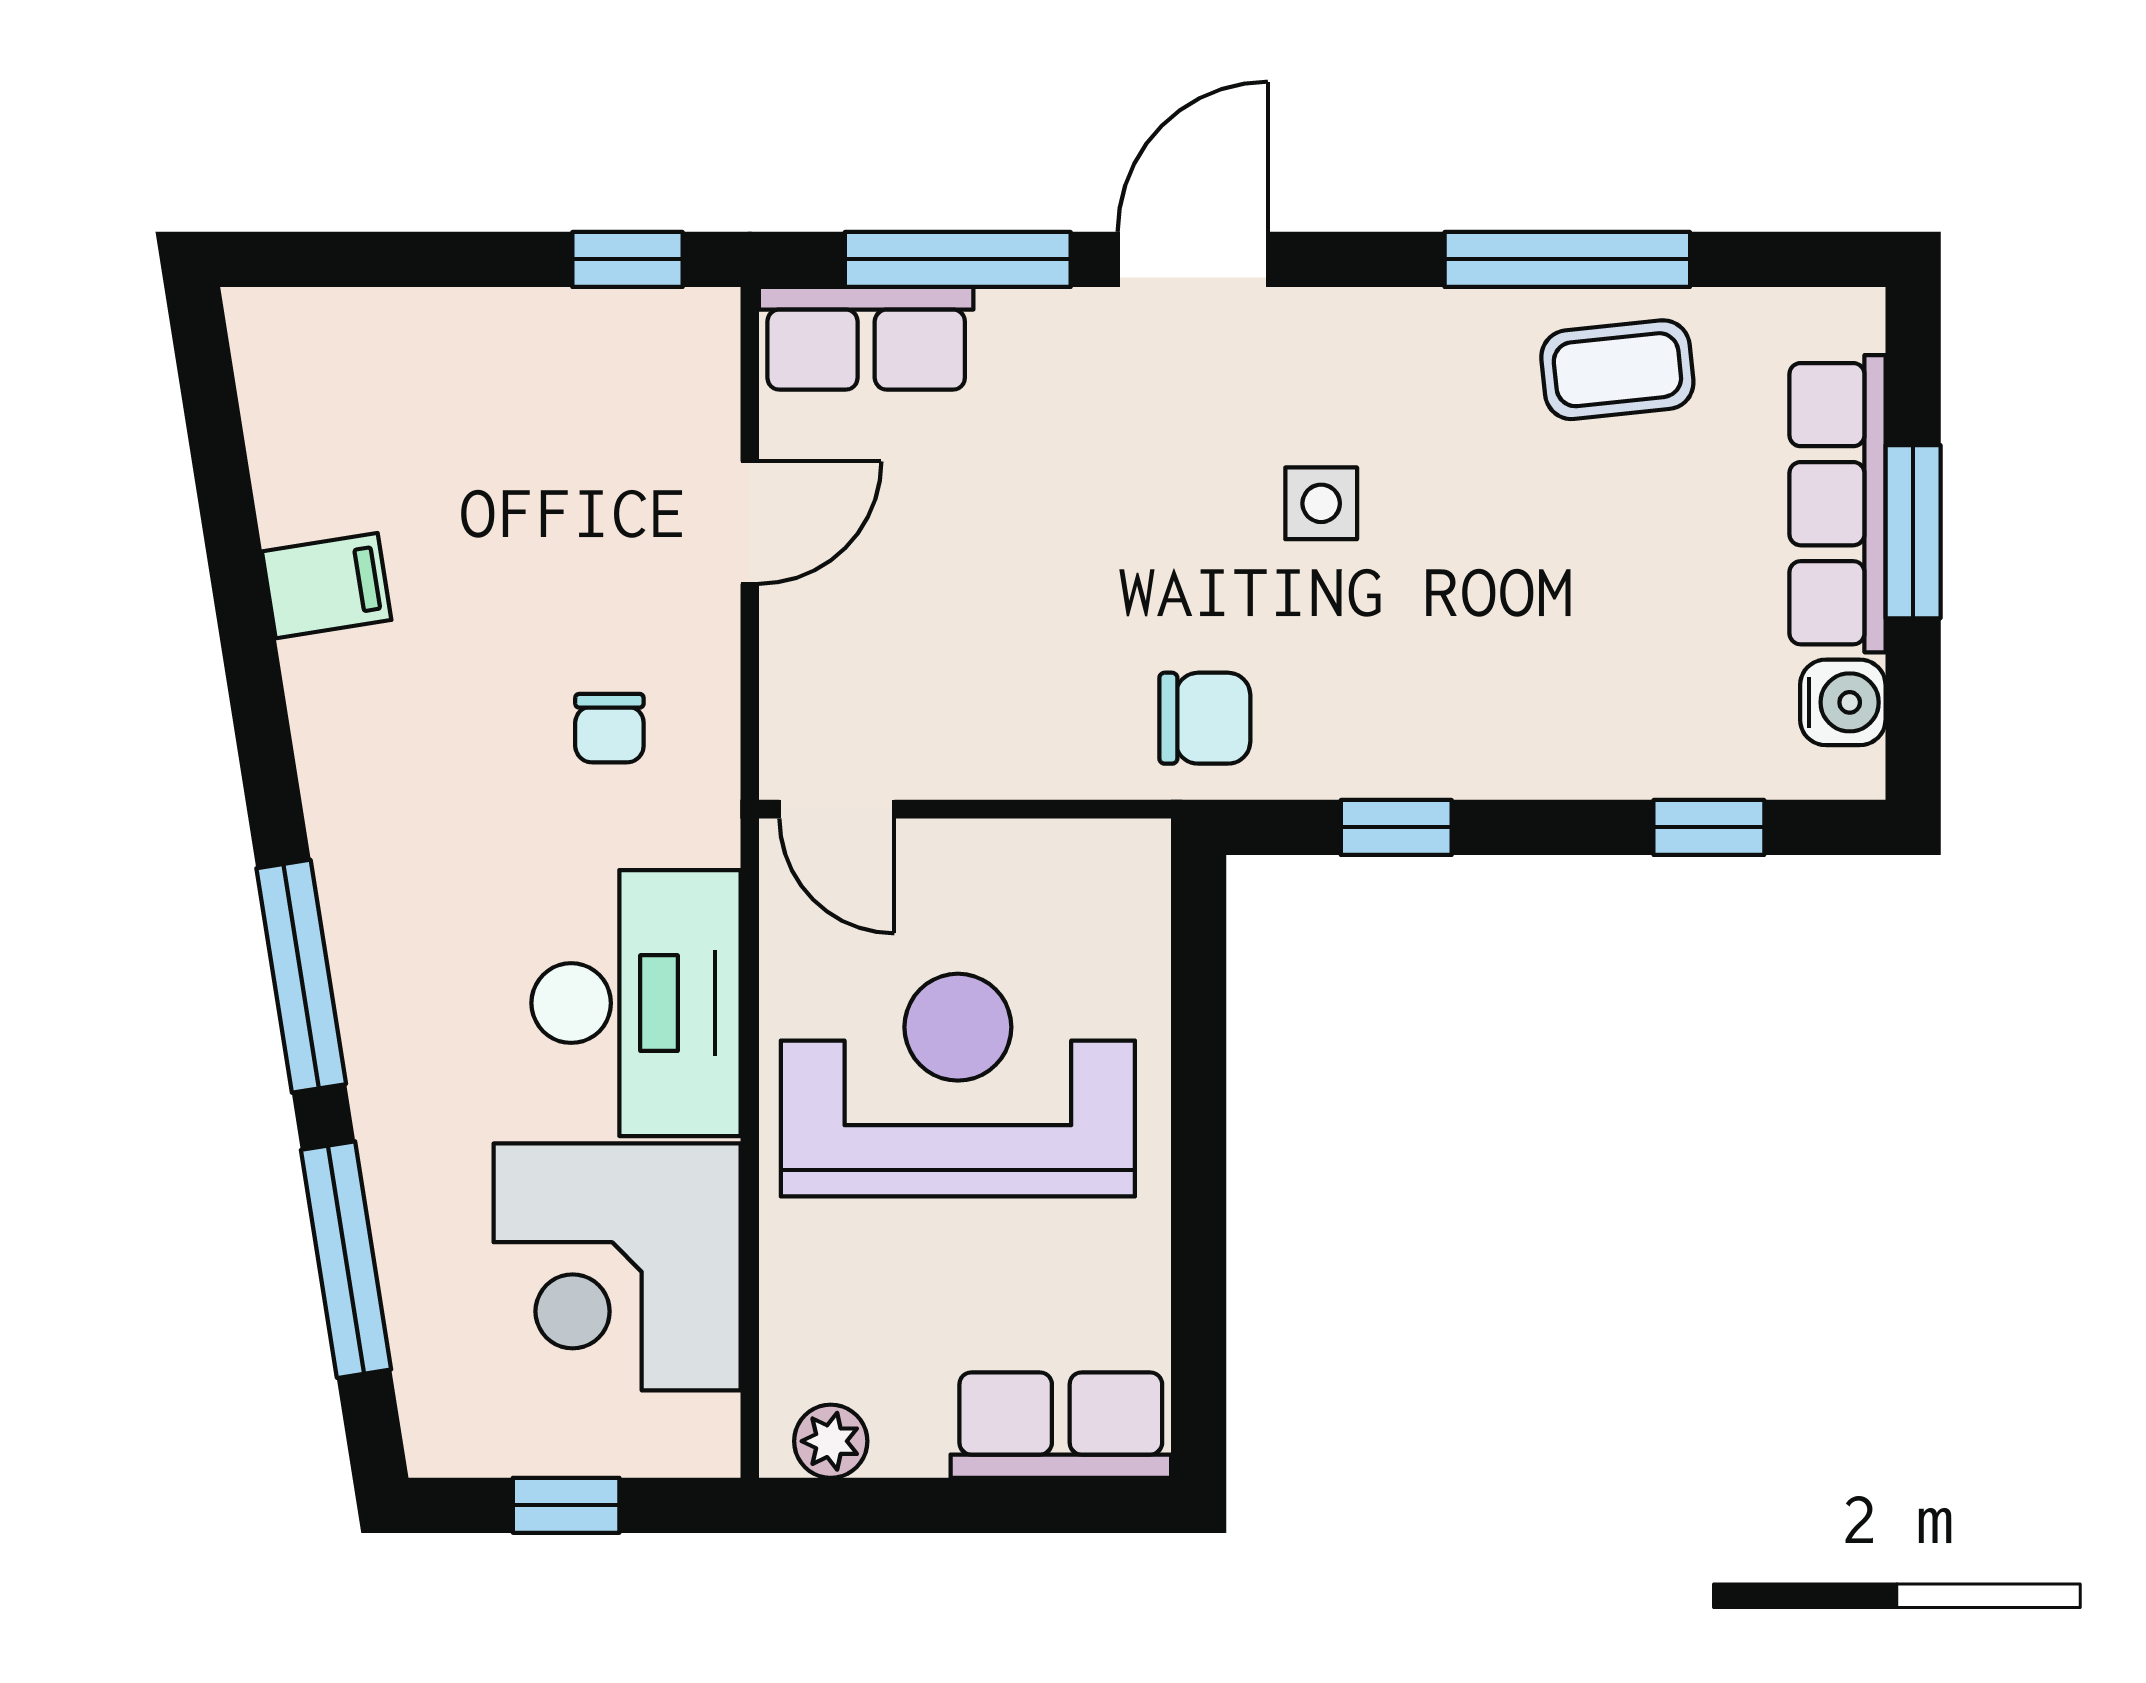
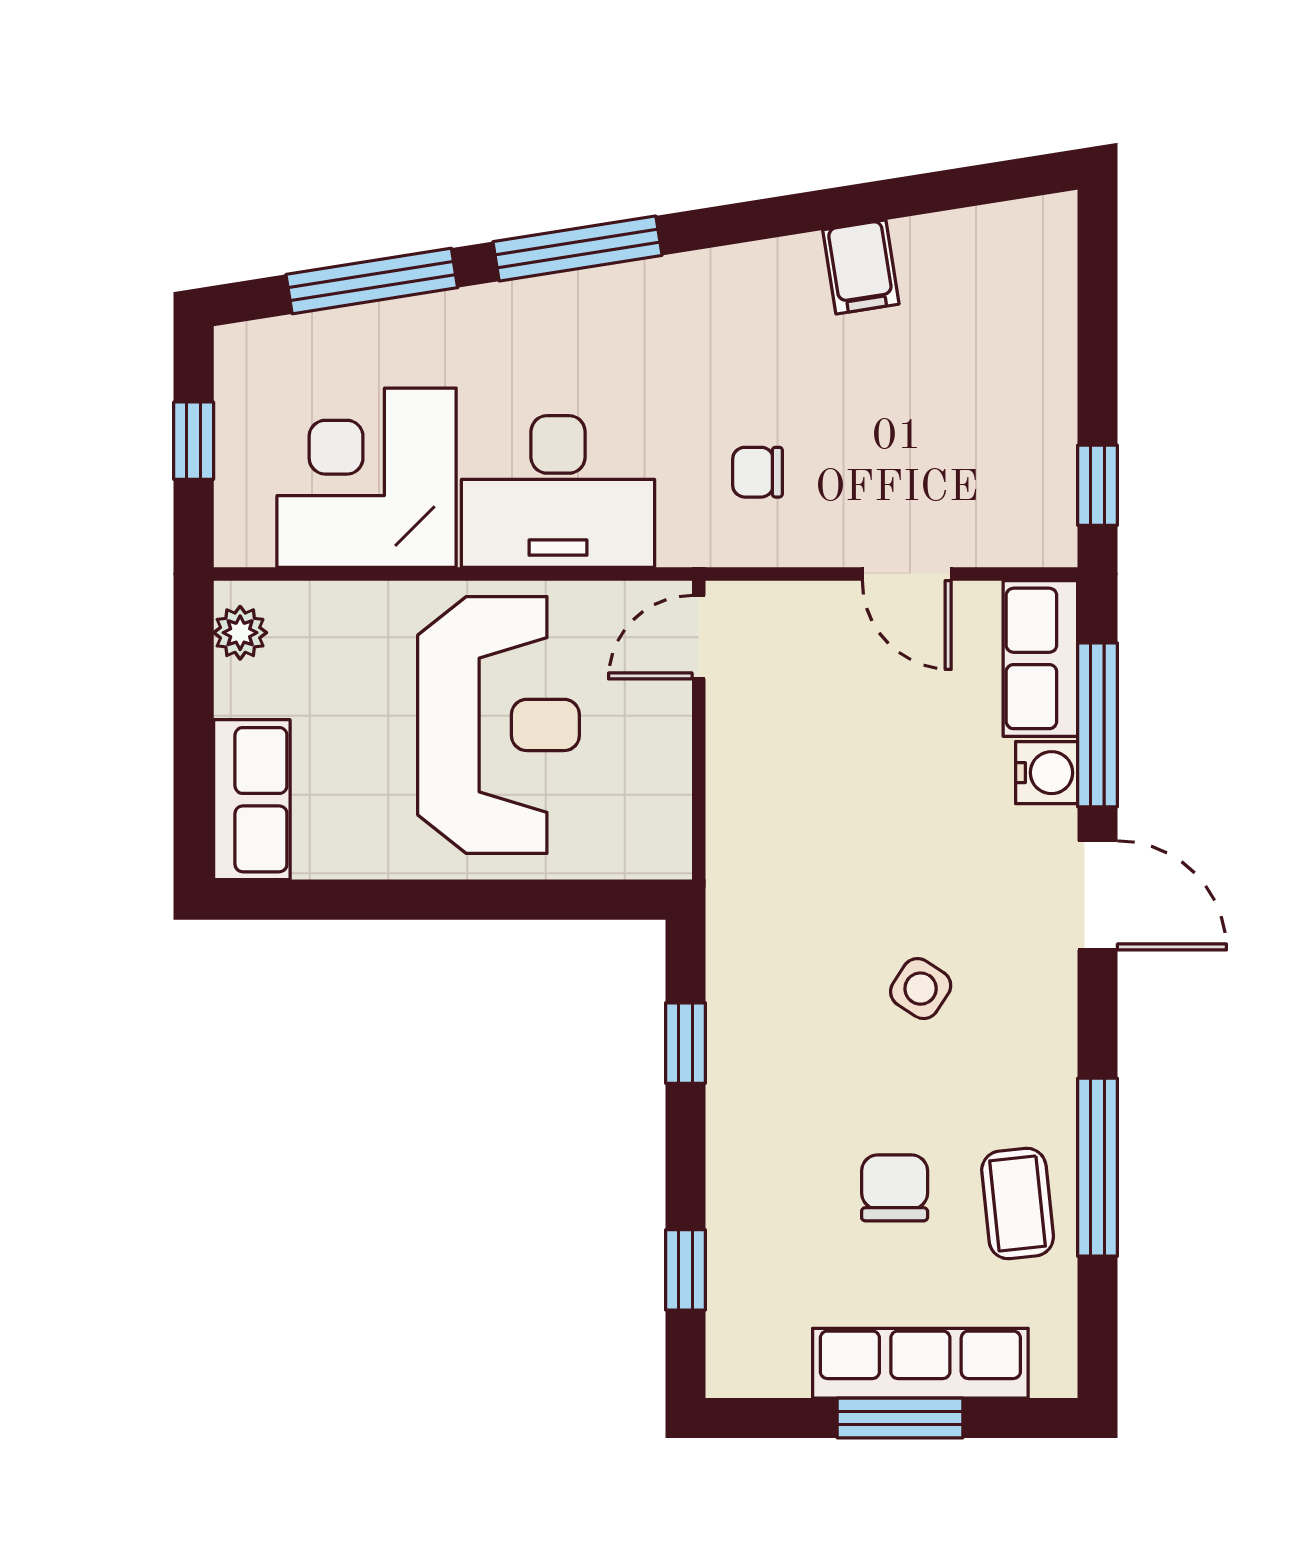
side table: (1321, 503) -> (921, 989), turned 33
water cooler: (1843, 702) -> (1047, 773), moved, turned -90
chair: (1205, 718) -> (895, 1188), moved, turned 180

